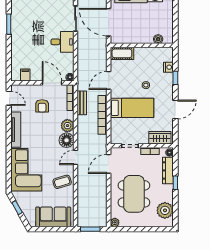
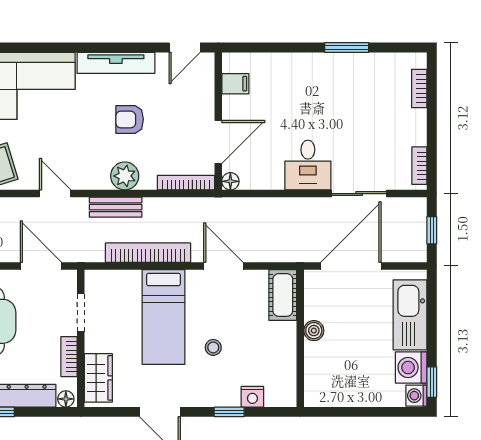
boiler: (158, 39) -> (314, 331), moved
bench: (82, 103) -> (116, 207), moved
armchair: (42, 106) -> (130, 119), moved
floor lamp: (67, 140) -> (93, 174), removed

